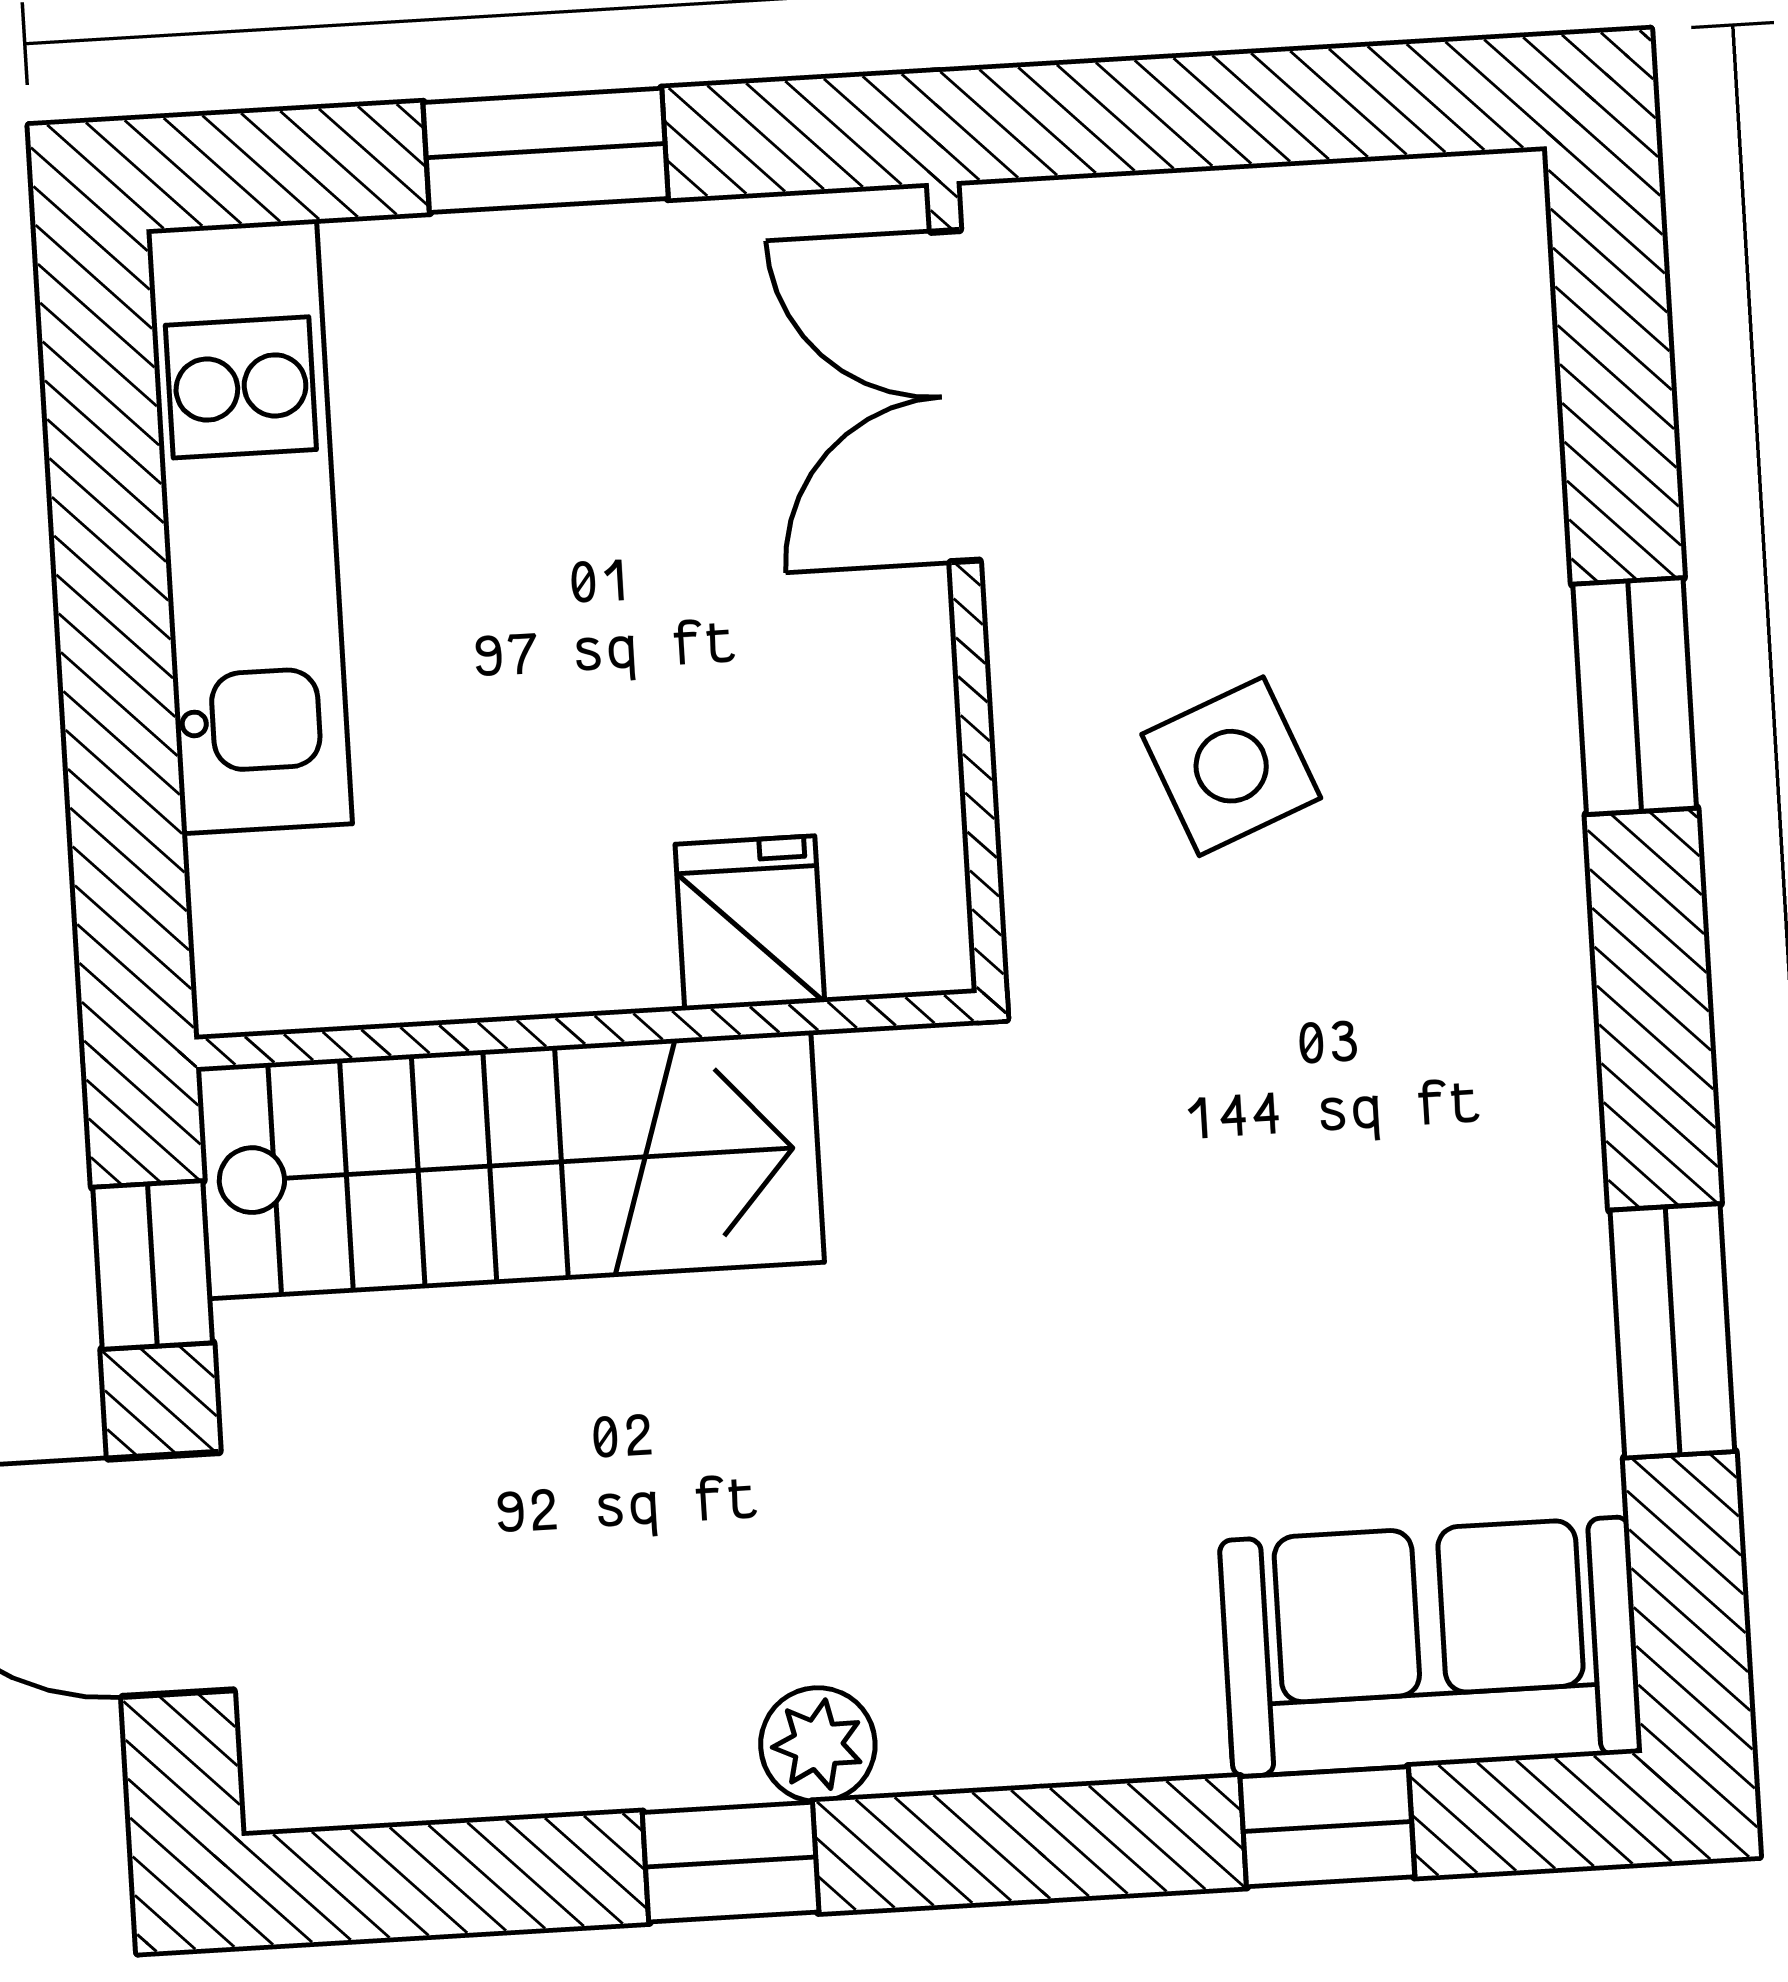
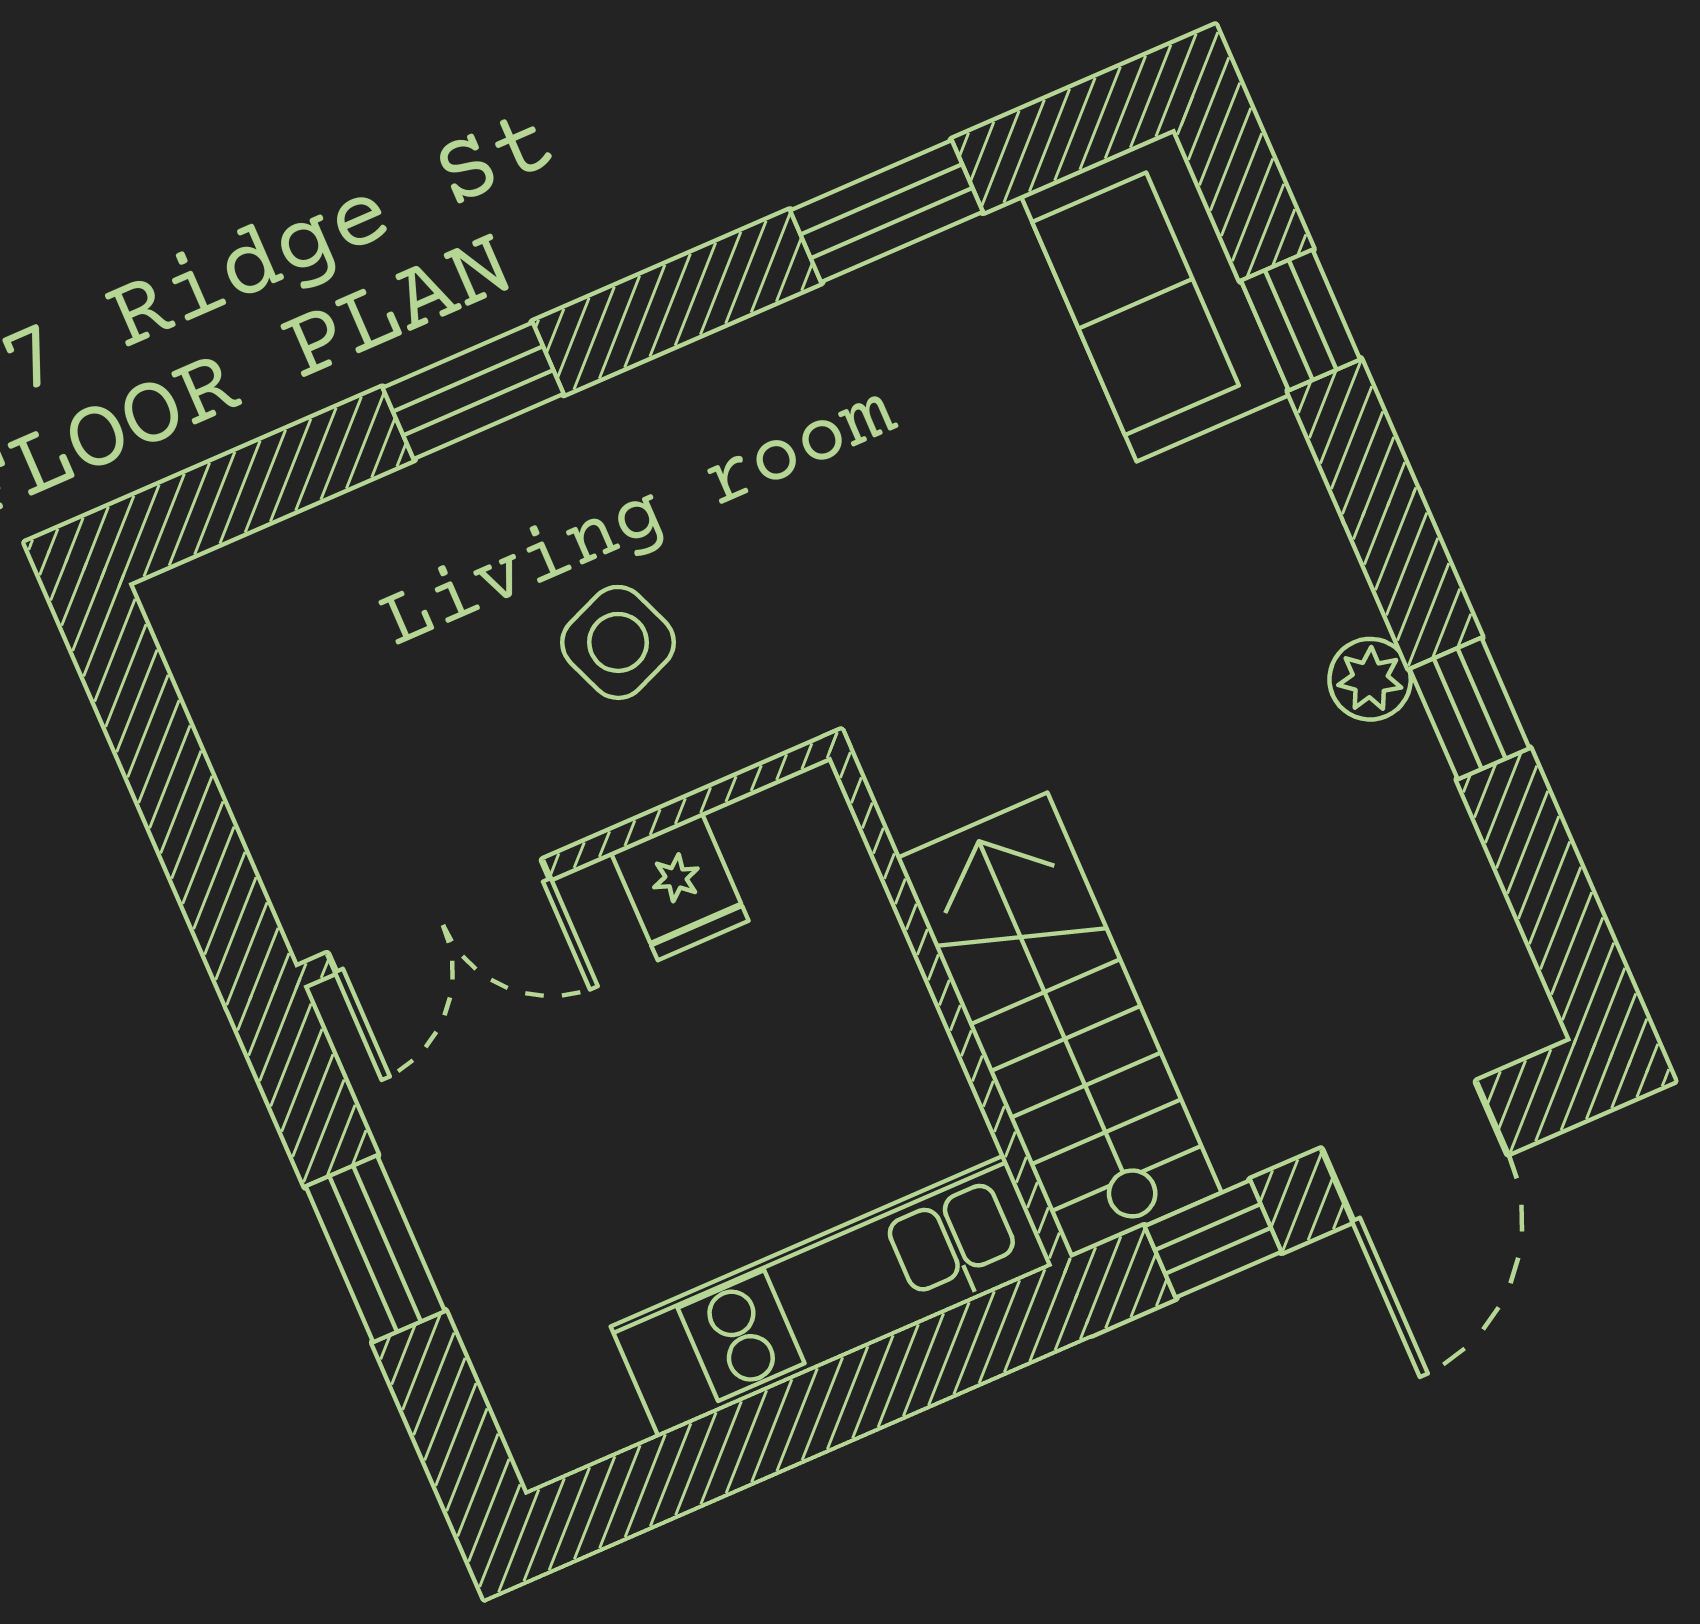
kitchen unit: (249, 527) -> (832, 1296), moved
fridge: (750, 923) -> (680, 887), moved, turned -90

